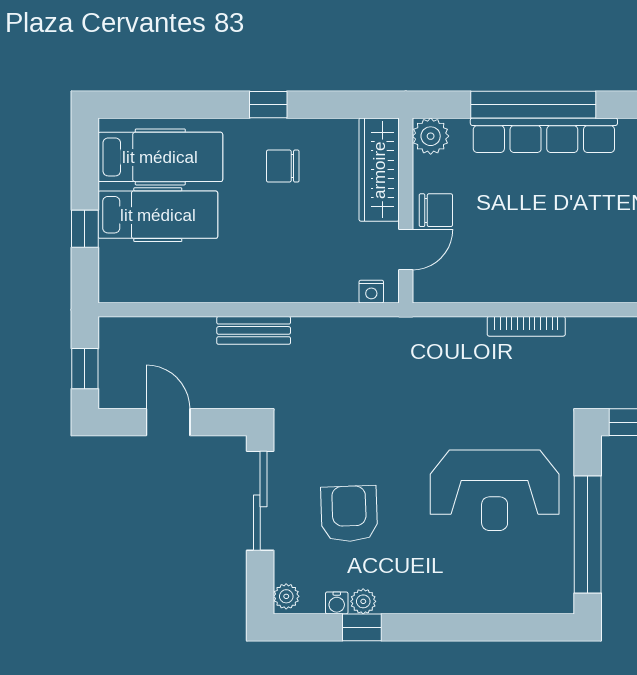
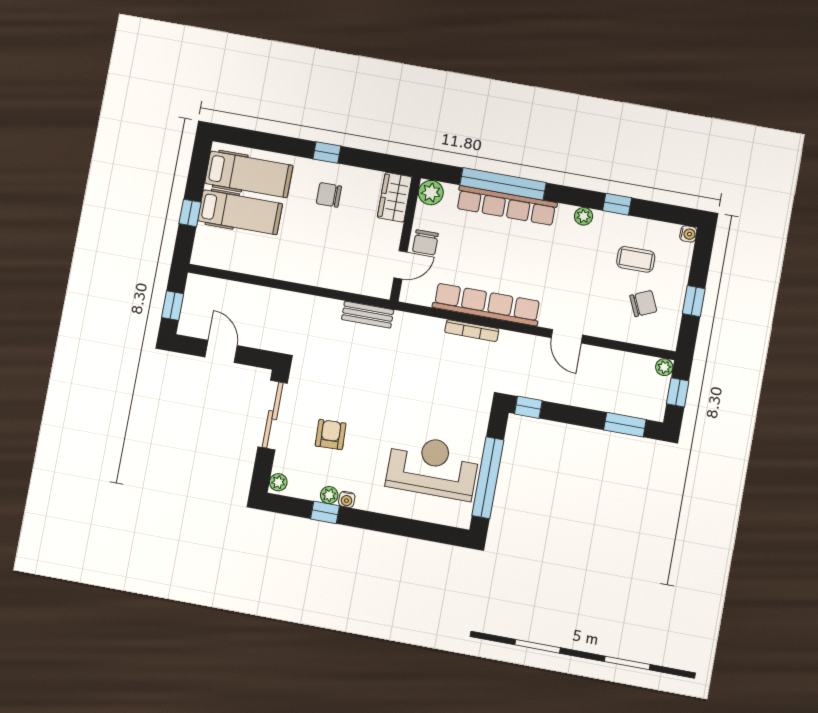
wardrobe: (379, 170) -> (395, 197), width x0.67
chair: (436, 210) -> (425, 242), turned 90
row of seats: (541, 285) -> (487, 304), added
nightstand: (371, 292) -> (372, 289), removed
bench: (254, 330) -> (368, 315), moved
reception desk: (495, 490) -> (433, 467), moved, turned 180
armchair: (349, 514) -> (331, 435), width x0.72, depth x0.72
water cooler: (337, 603) -> (347, 499), moved

